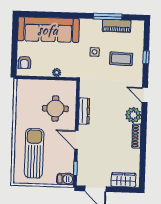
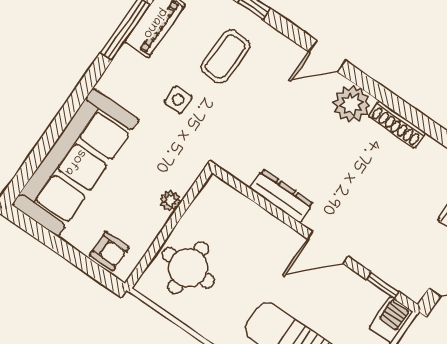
round table: (55, 109) -> (188, 268), moved

